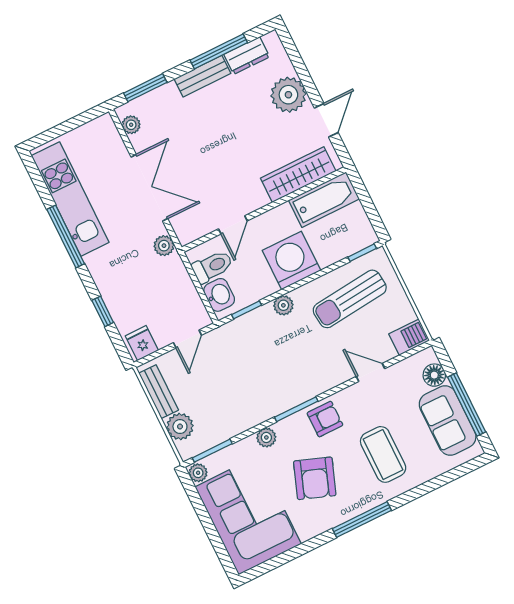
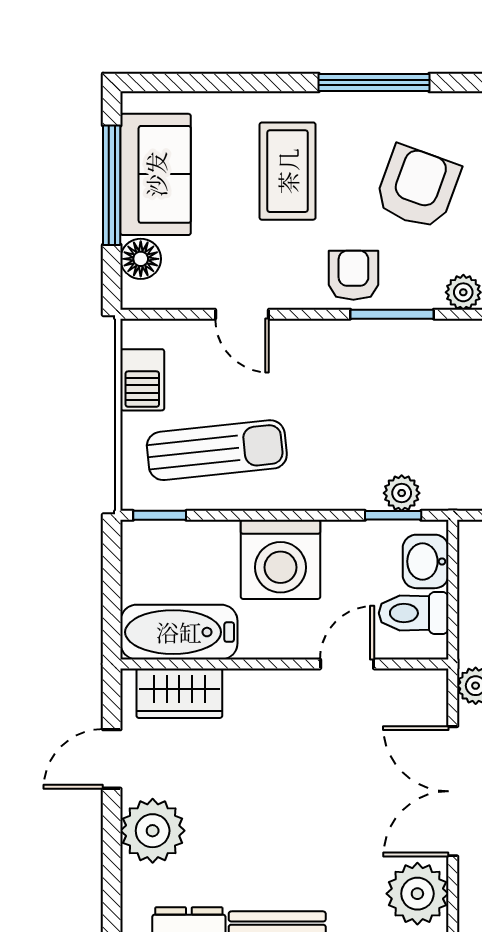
plant: (131, 125) -> (417, 894), width x1.87, depth x1.87
wardrobe: (298, 175) -> (179, 693), width x0.67
plant: (283, 305) -> (402, 493), moved
barbecue: (409, 337) -> (142, 380), moved, turned -90
armchair: (325, 419) -> (353, 275), turned 90

